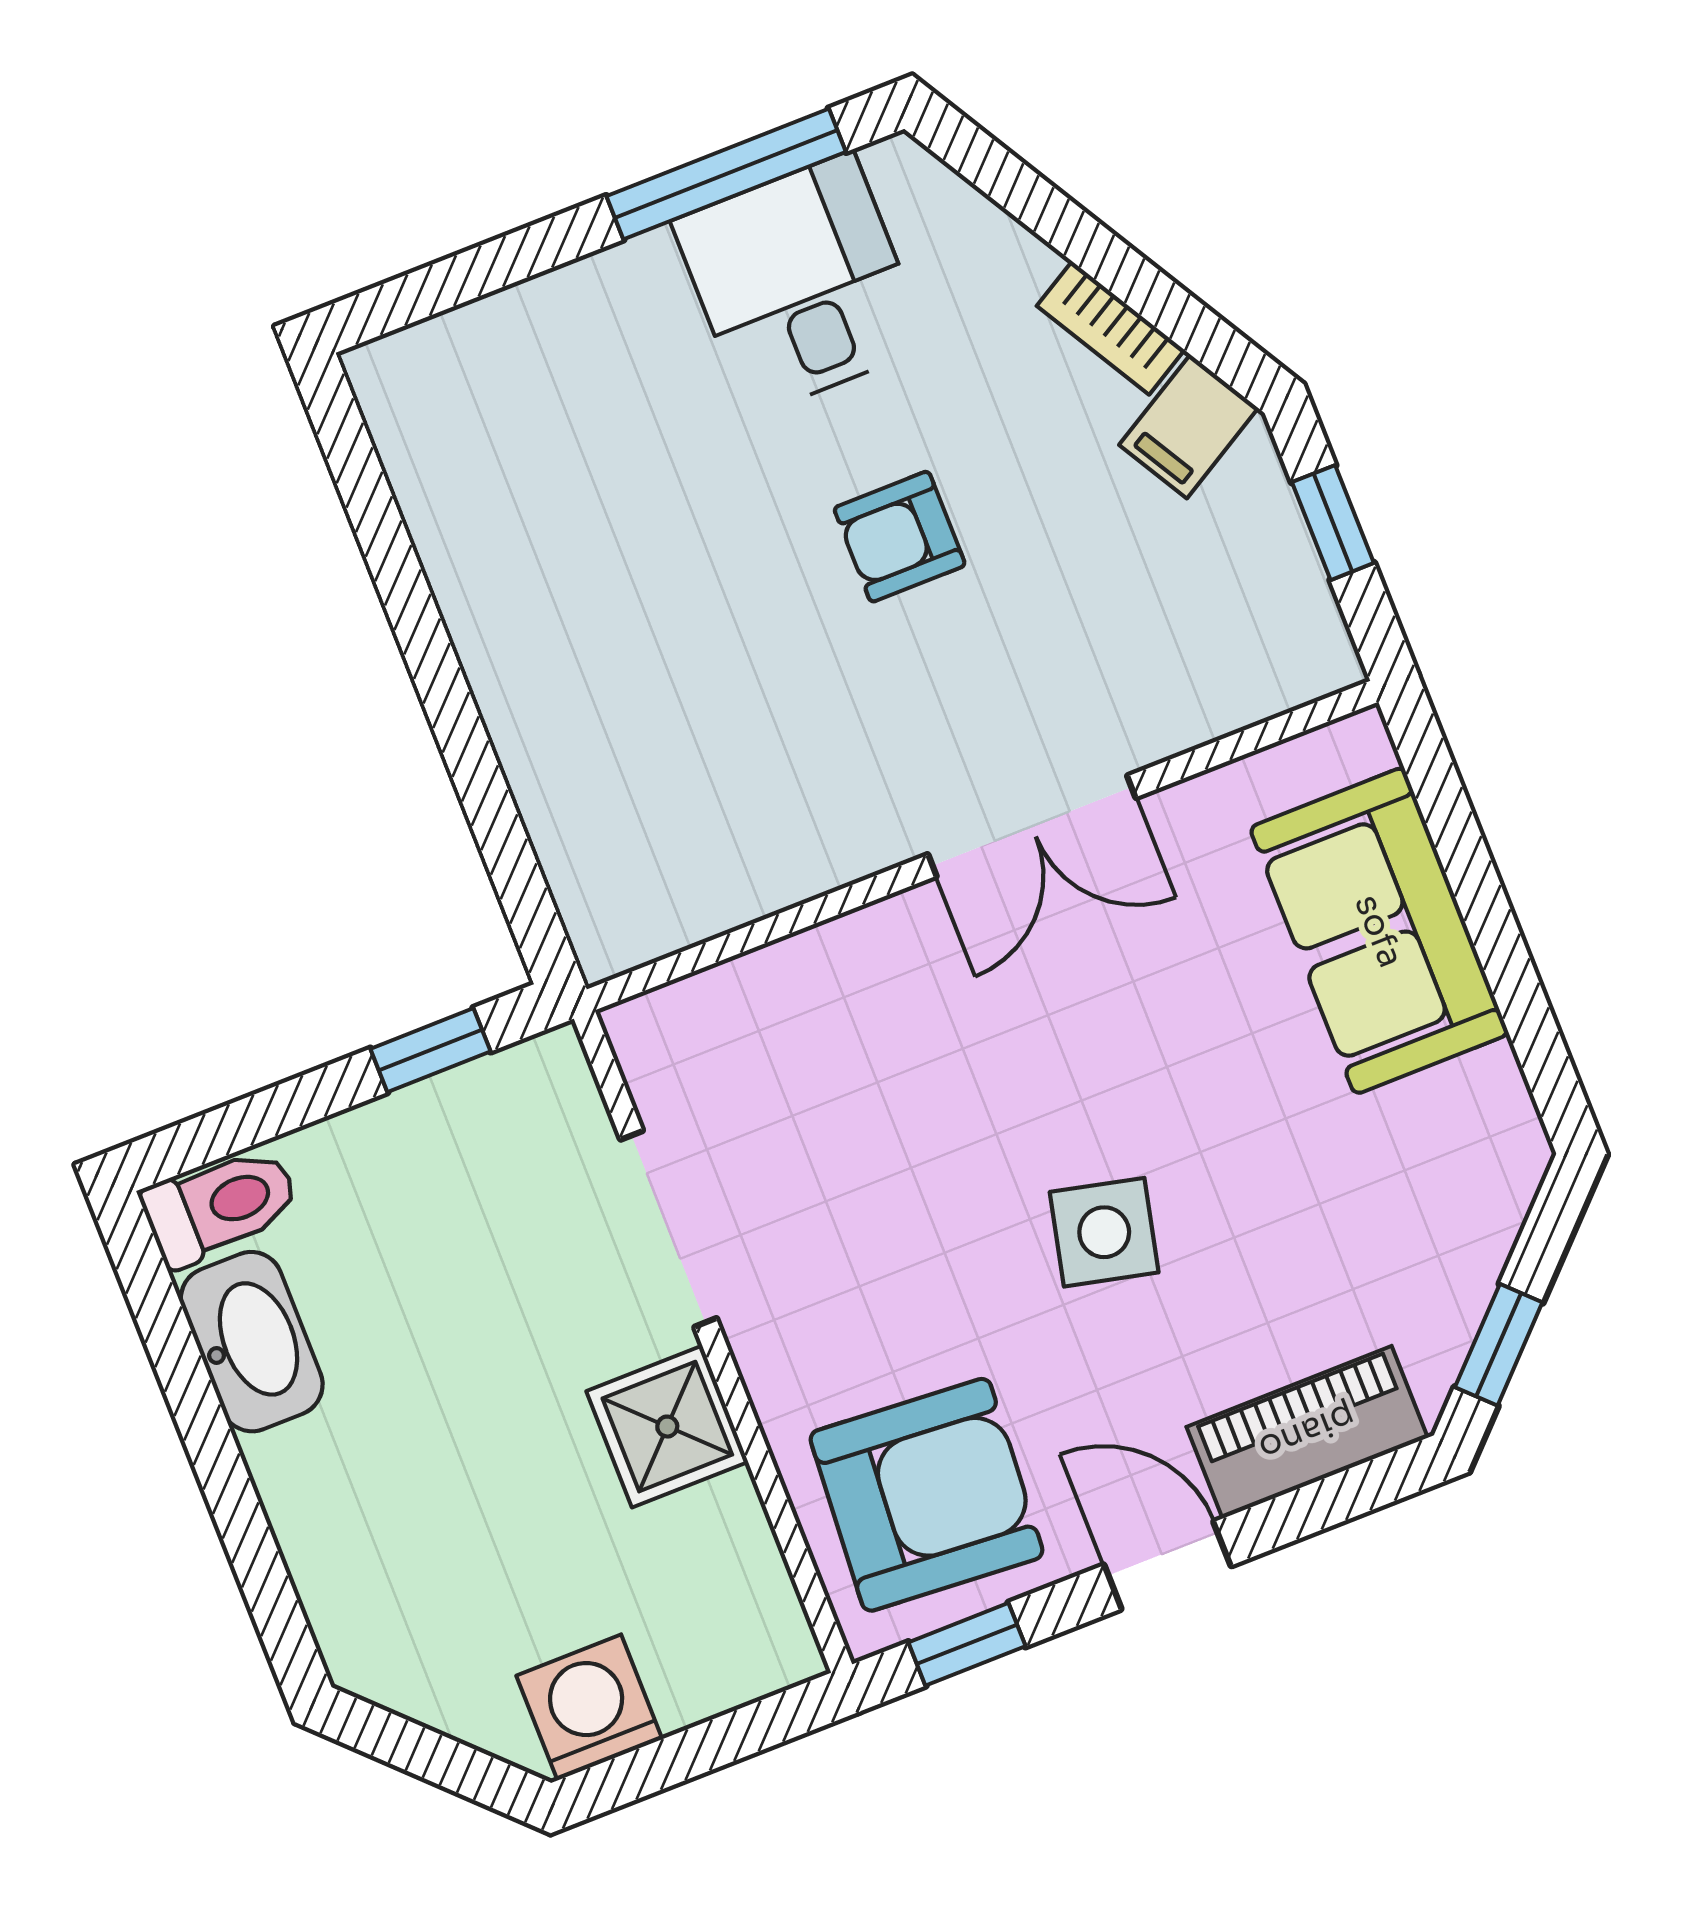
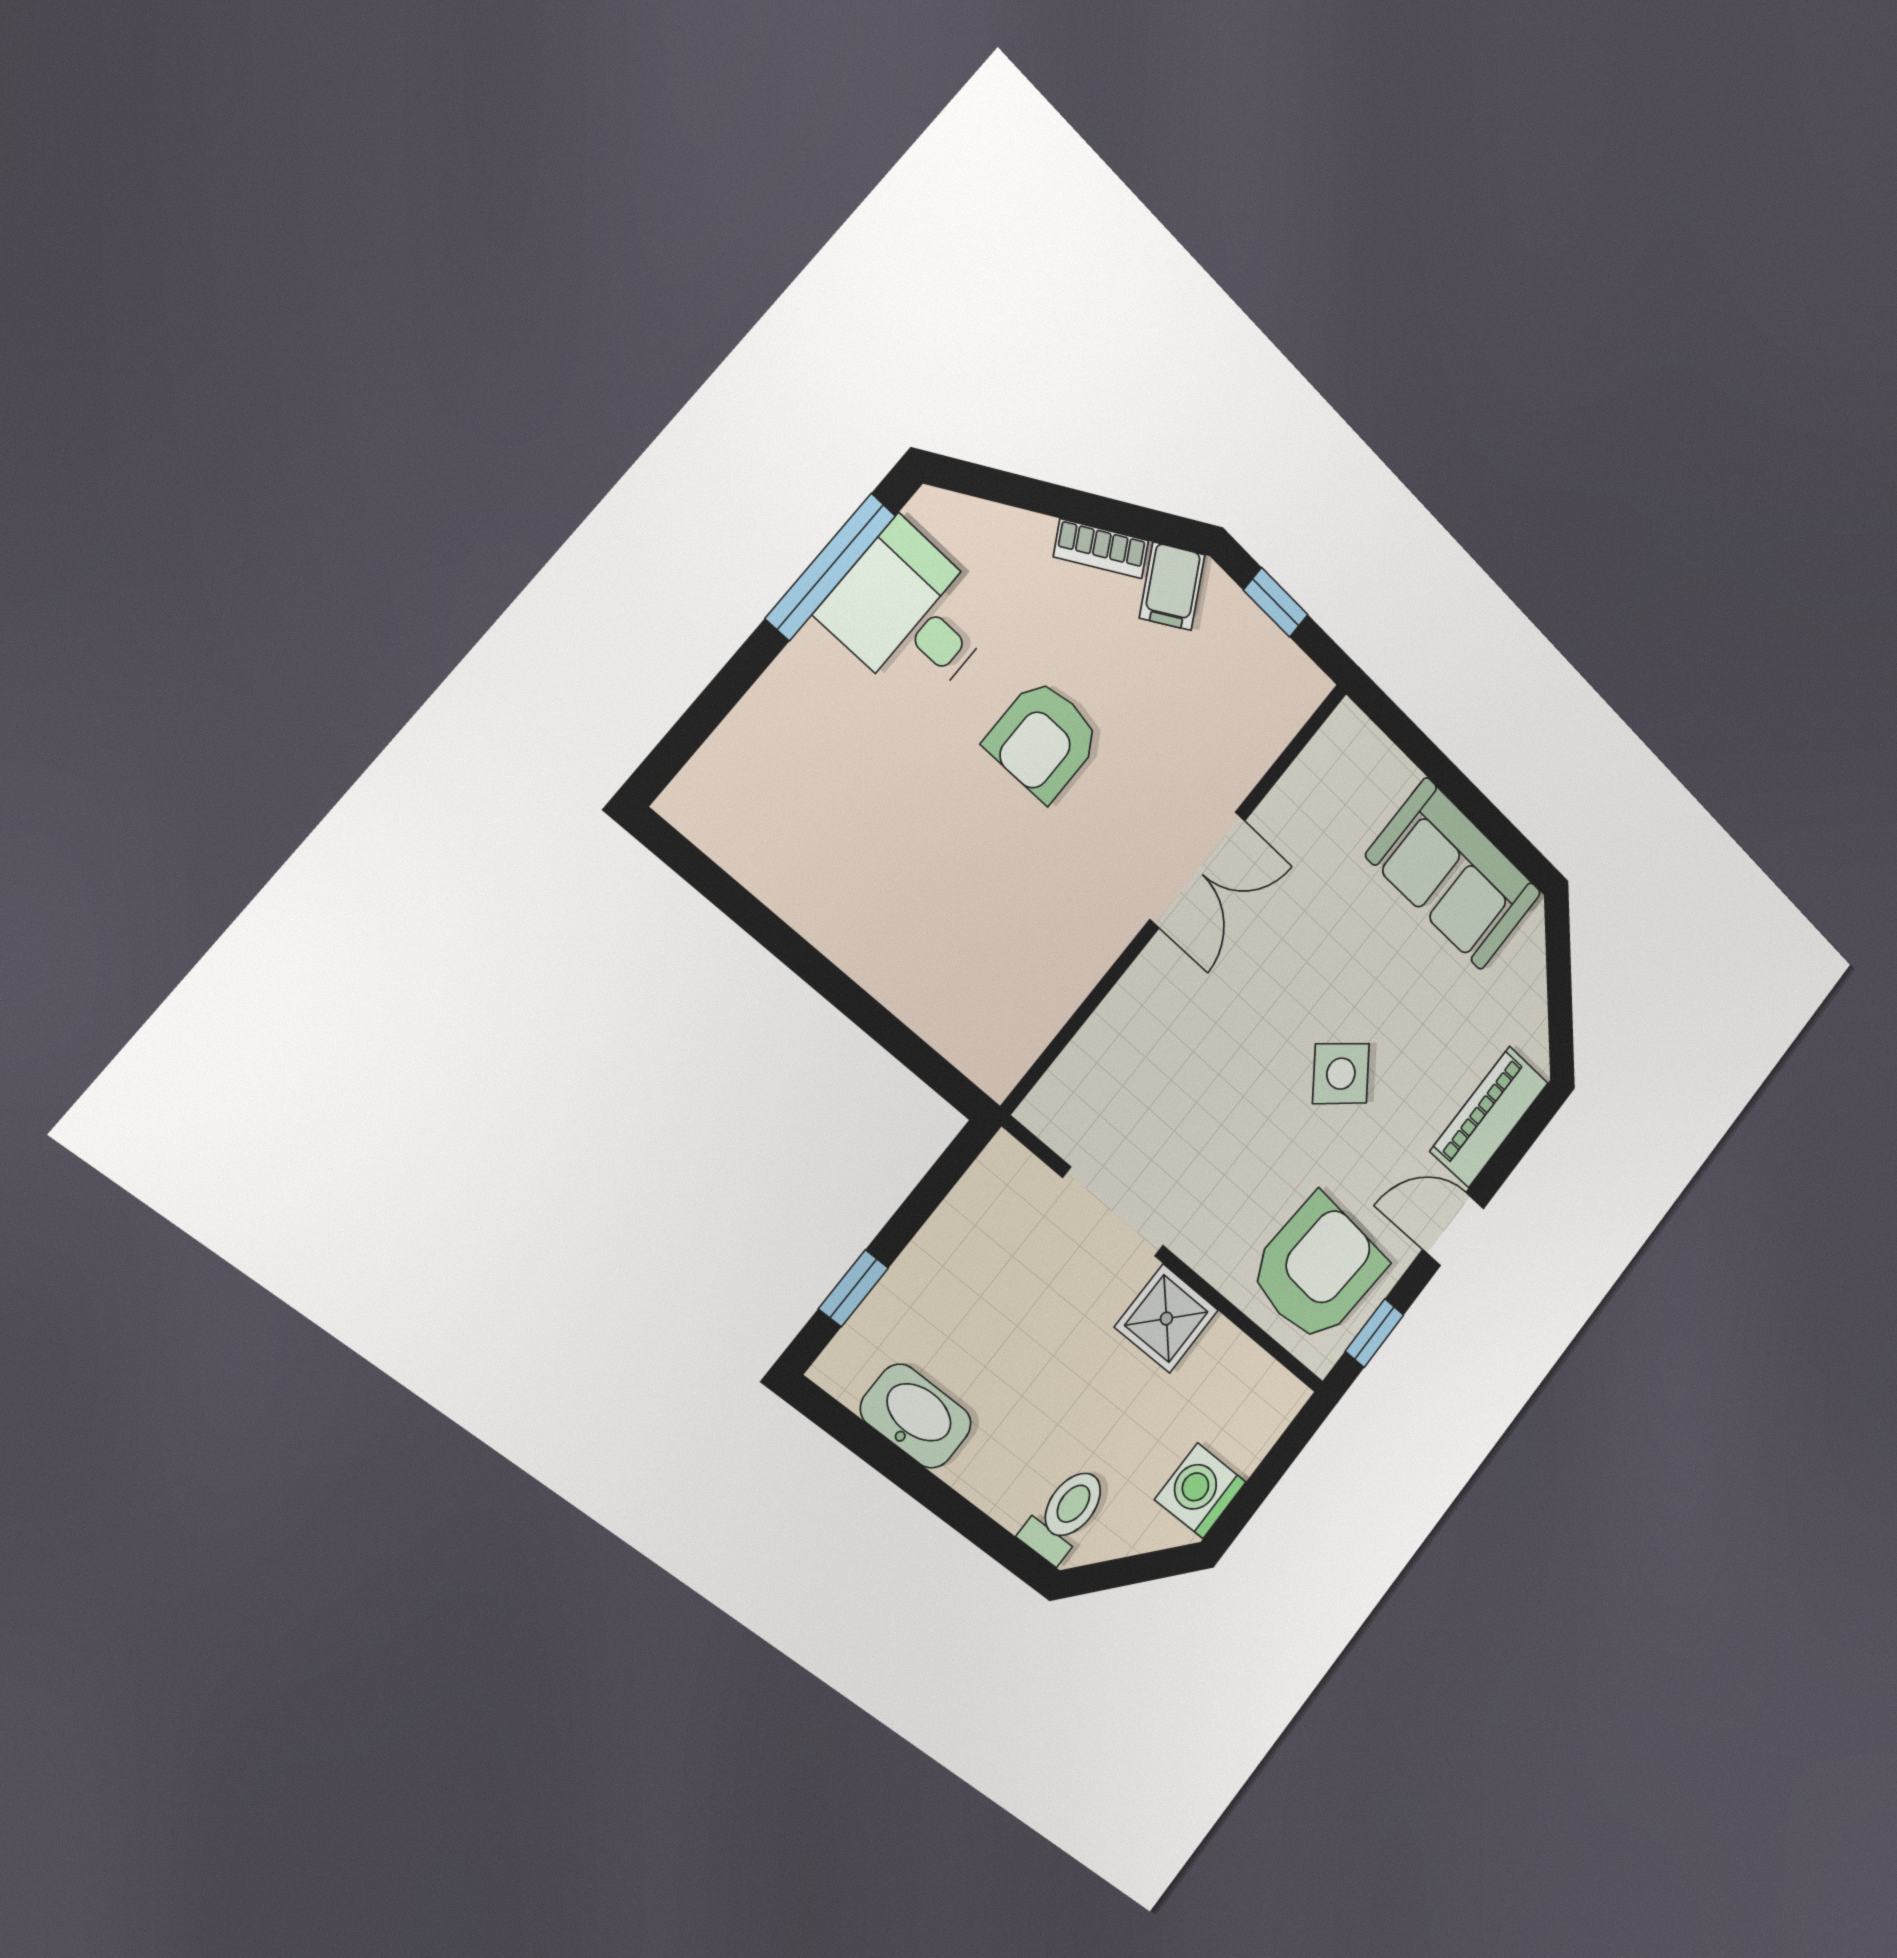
armchair: (900, 537) -> (1043, 740), width x1.38, depth x1.38
sofa: (1379, 931) -> (1454, 874), moved
window: (430, 1050) -> (853, 1288), moved
toilet: (221, 1206) -> (1065, 1514), moved
side table: (1104, 1232) -> (1341, 1074), turned 38
window: (1499, 1345) -> (1560, 1014), removed

